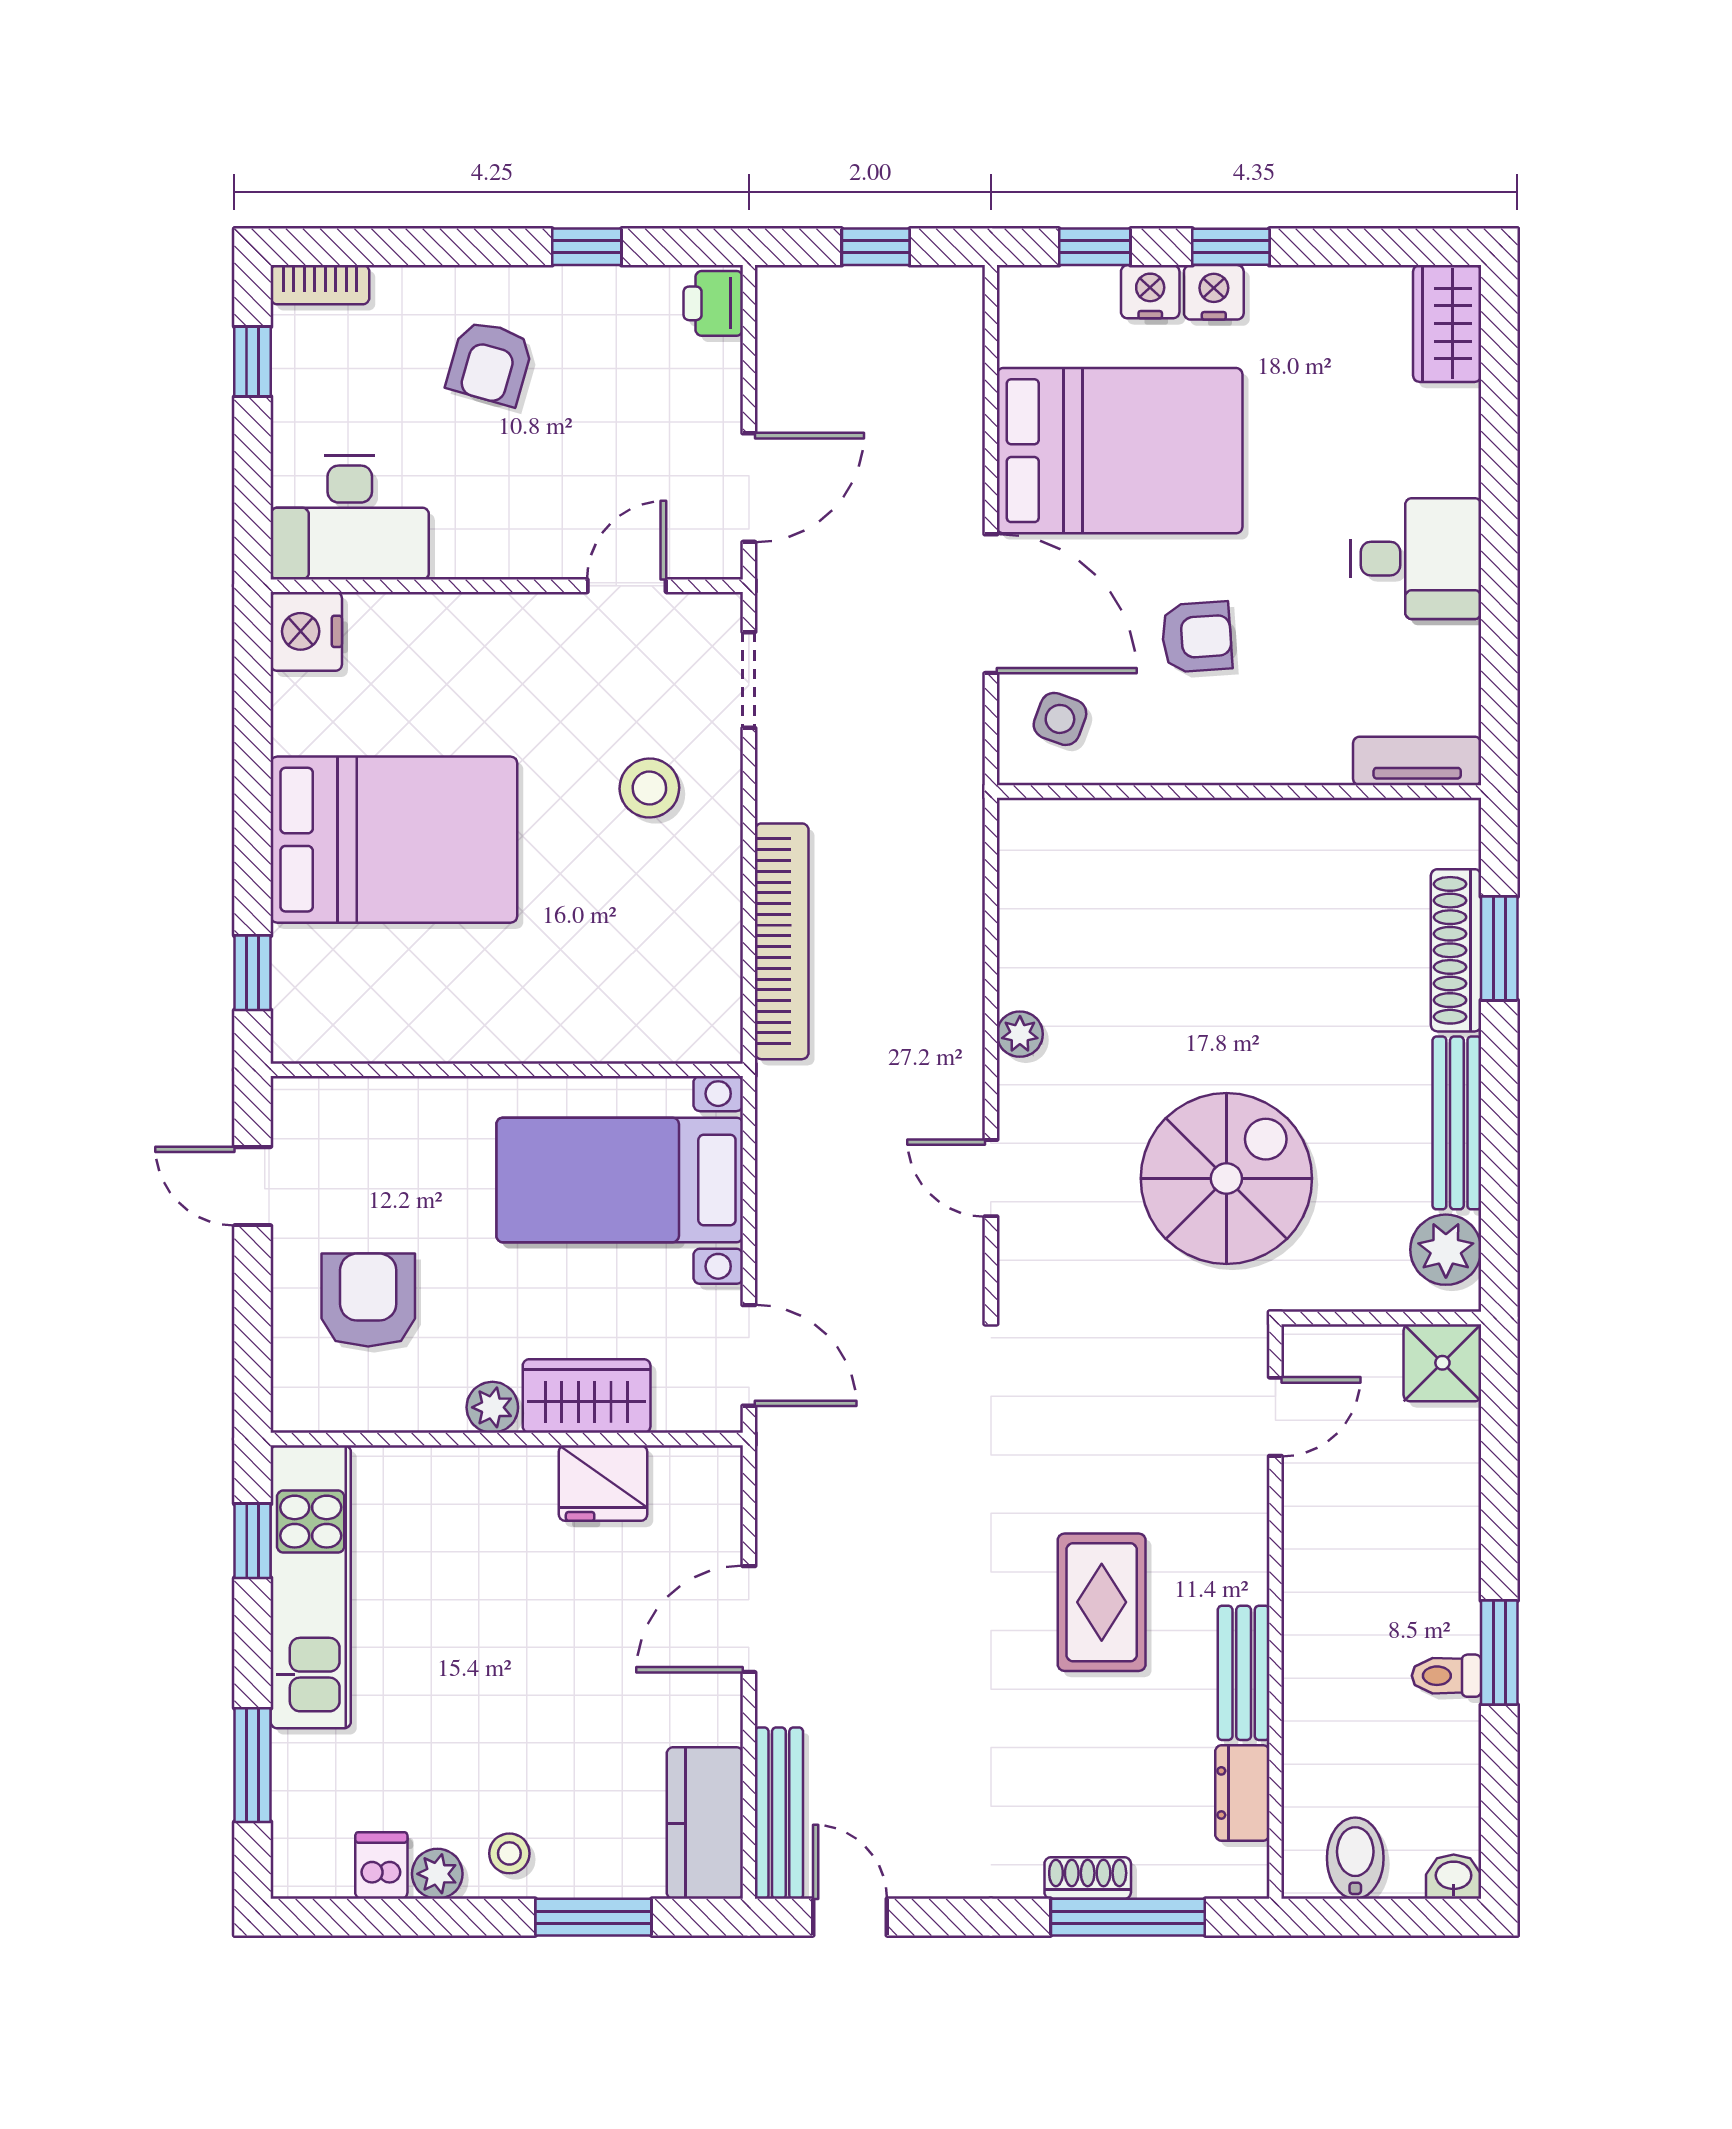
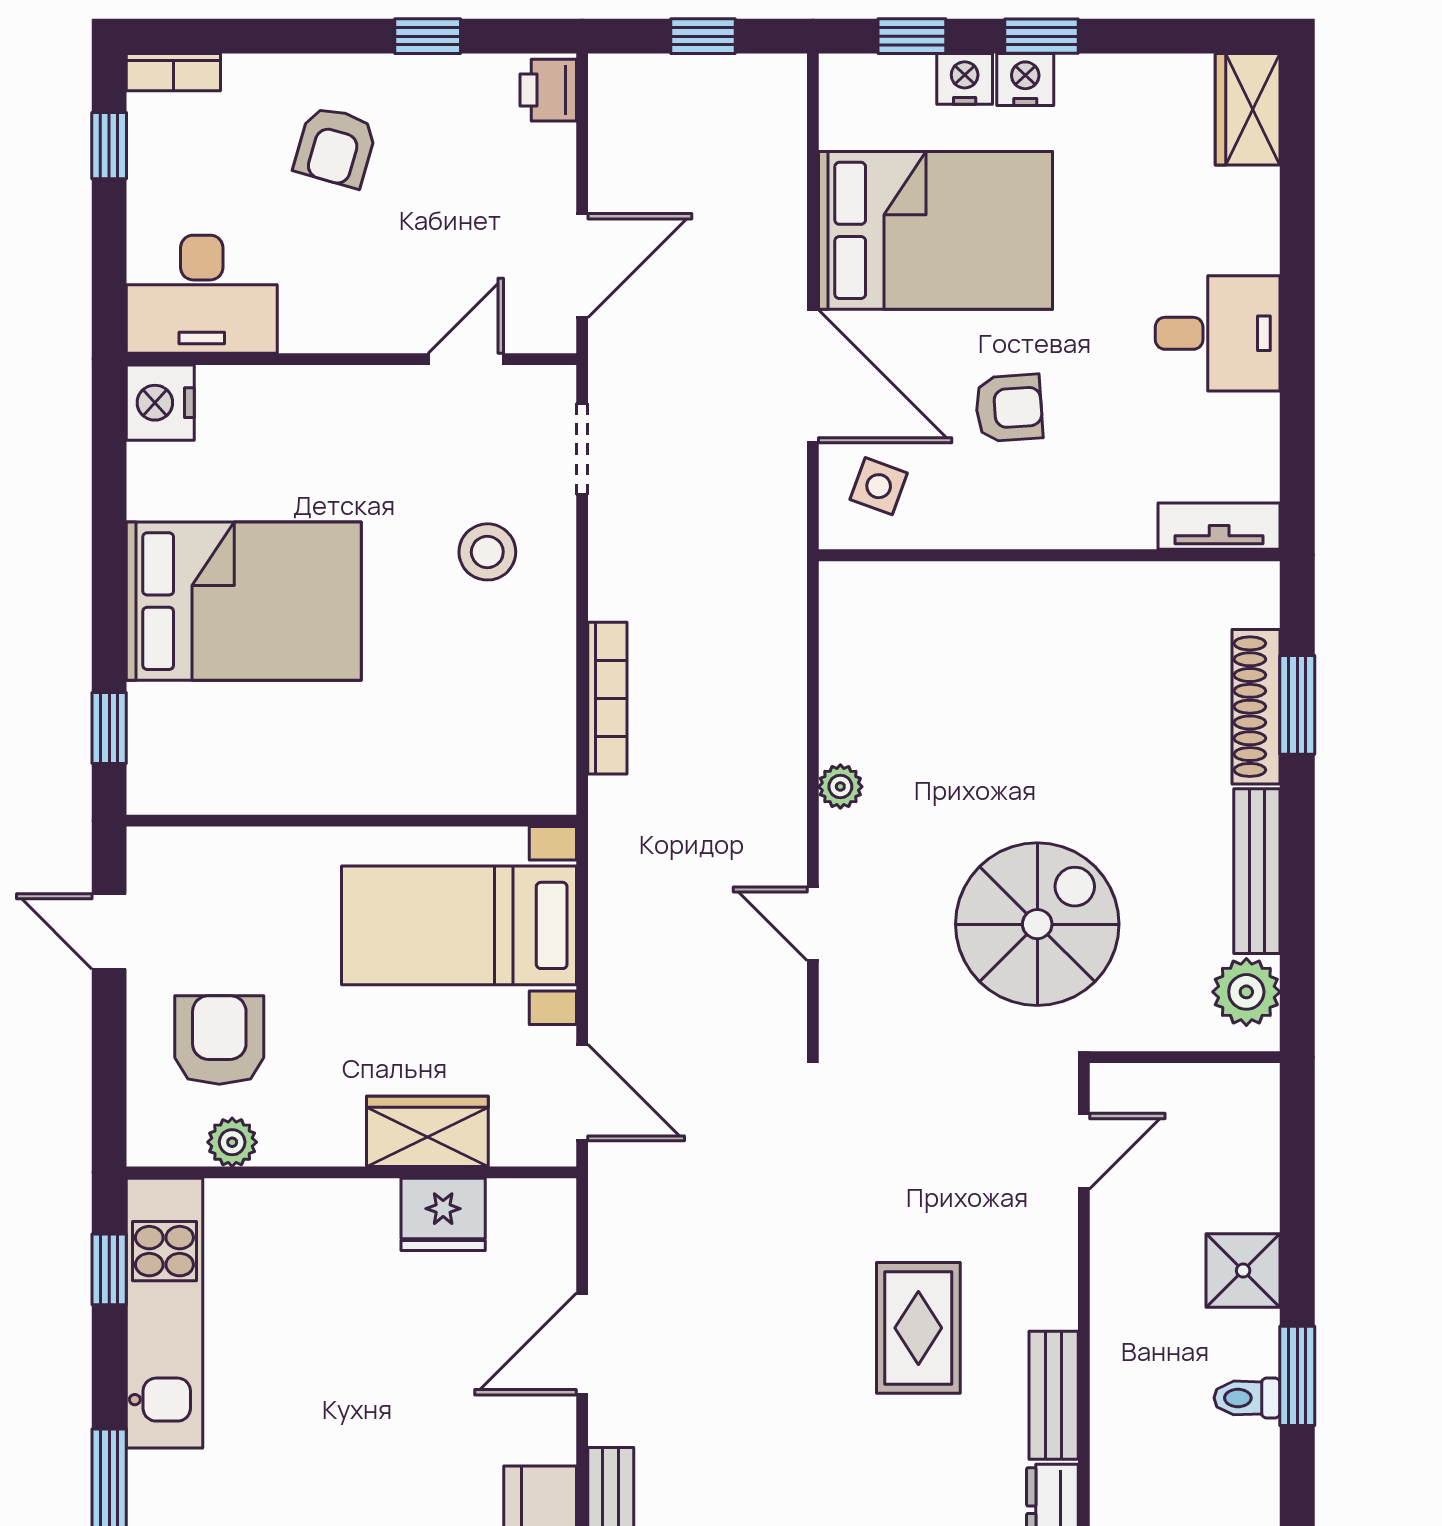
bookcase: (782, 941) -> (607, 698), width x0.68, depth x0.76
shower: (1442, 1363) -> (1243, 1271), moved
plant: (492, 1407) -> (232, 1142), moved

